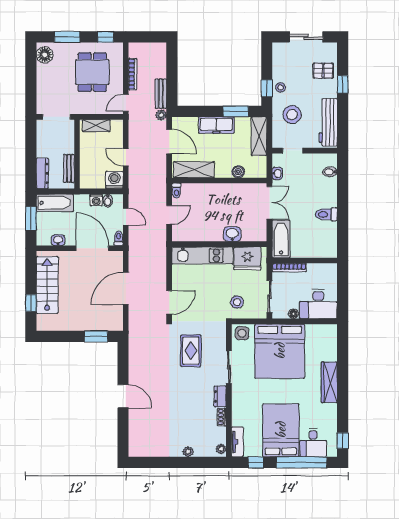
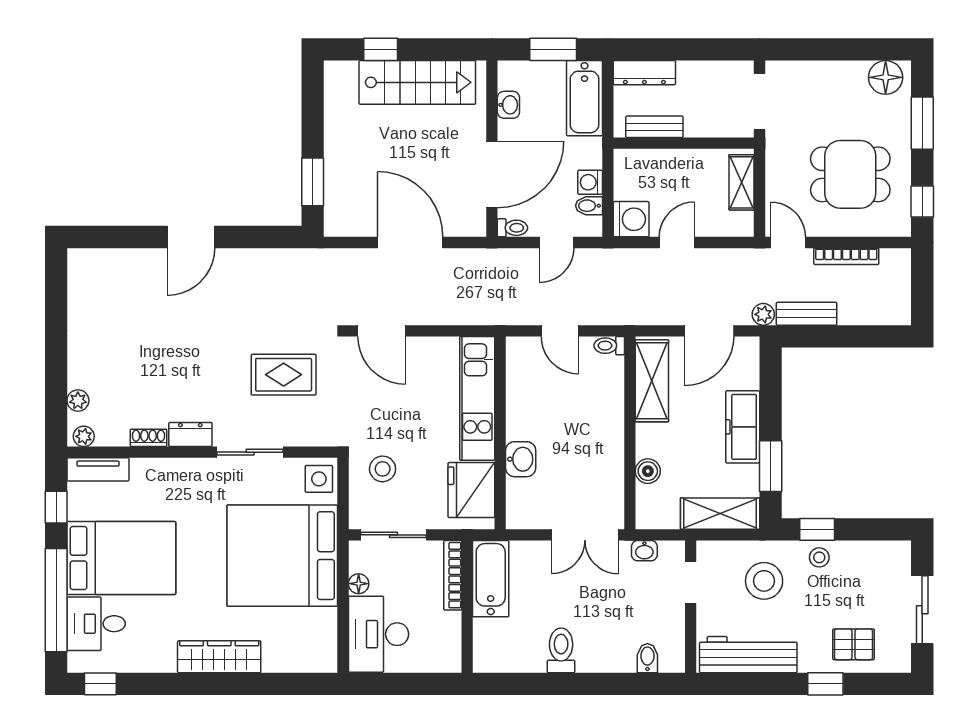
pallet: (323, 71) -> (854, 644), turned 90
bathtub: (281, 239) -> (491, 579), moved, turned -90
plant: (188, 452) -> (78, 401), moved

